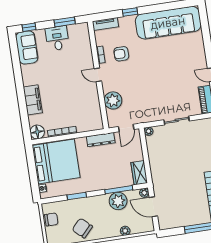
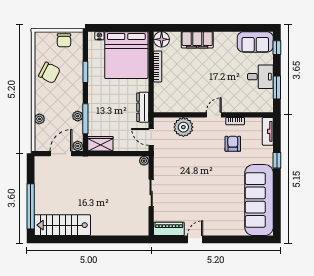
plant: (118, 201) -> (78, 116), width x0.53, depth x0.53
chair: (82, 228) -> (49, 73), turned 74

